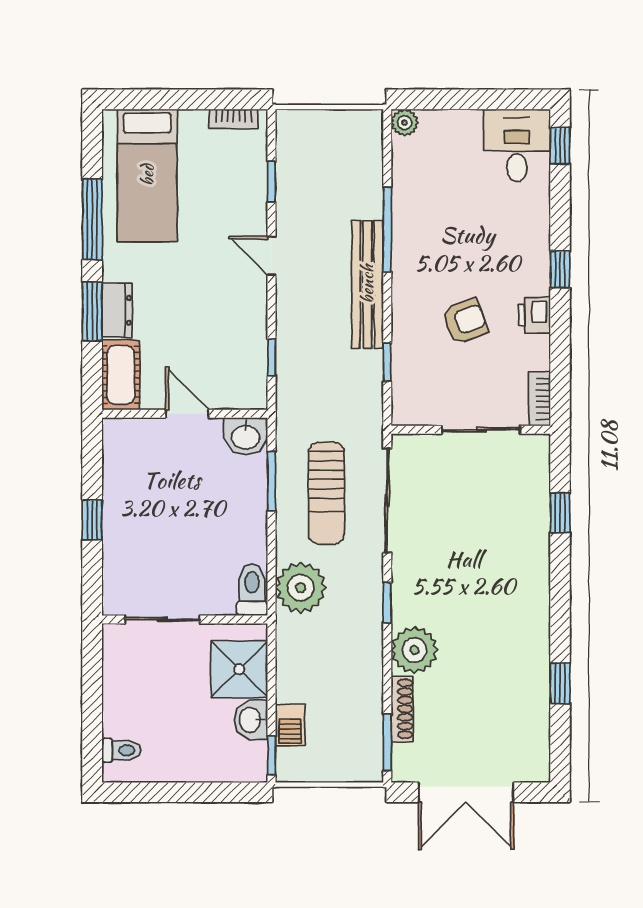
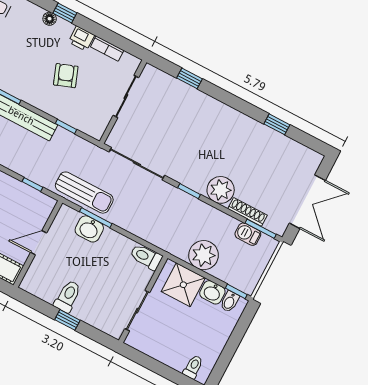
floor lamp: (539, 250) -> (50, 19), added
bookcase: (540, 399) -> (107, 49), moved
washbasin: (246, 436) -> (89, 229), moved, turned 90
sun lounger: (326, 493) -> (84, 193), moved
toilet: (128, 501) -> (68, 296), added
plant: (301, 588) -> (204, 255), moved
barbecue: (290, 725) -> (248, 234), moved, turned 180
bidet: (251, 754) -> (230, 302), added

